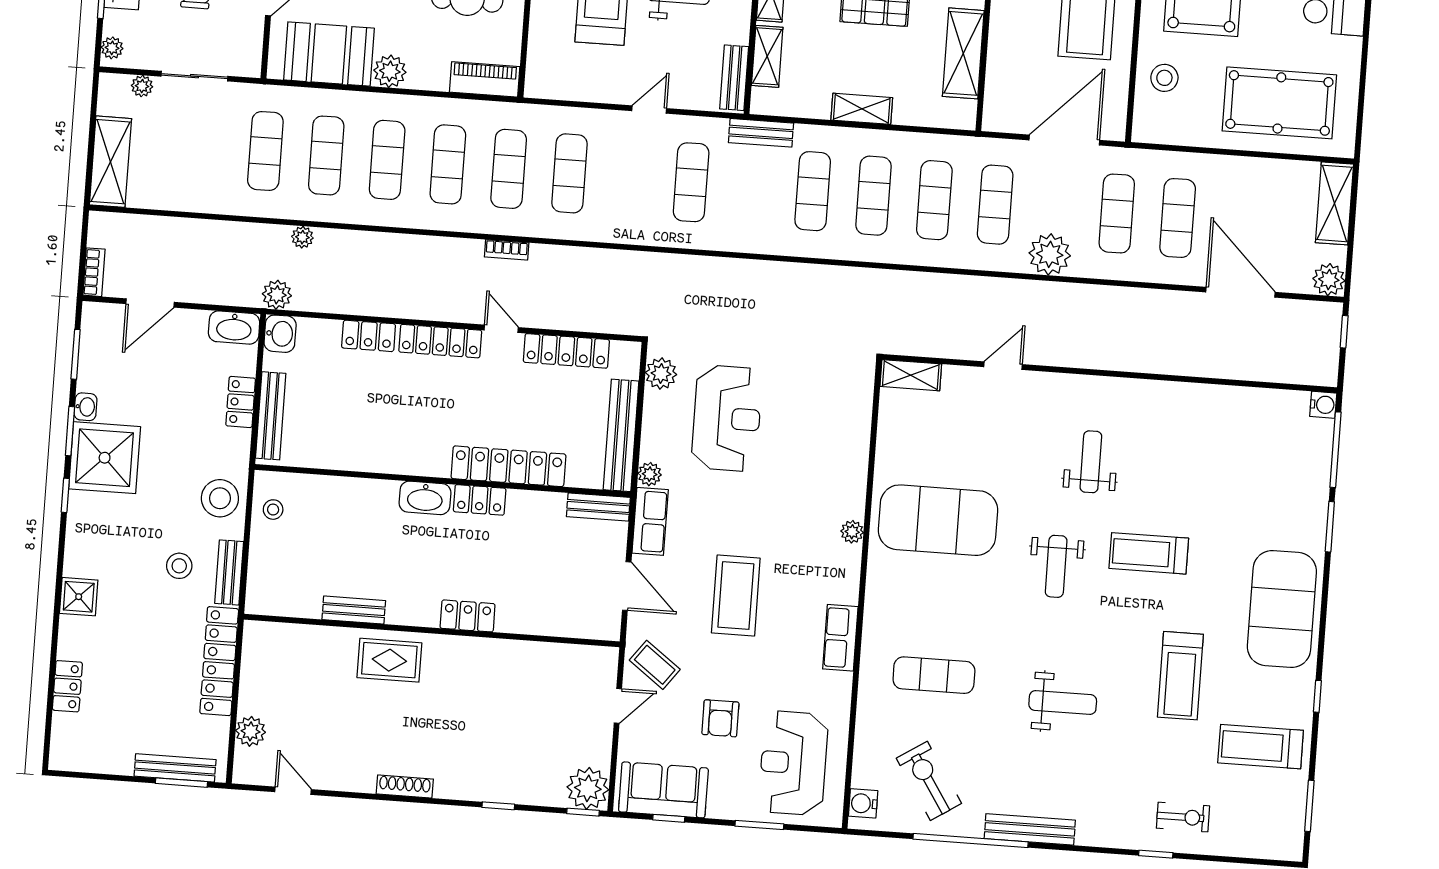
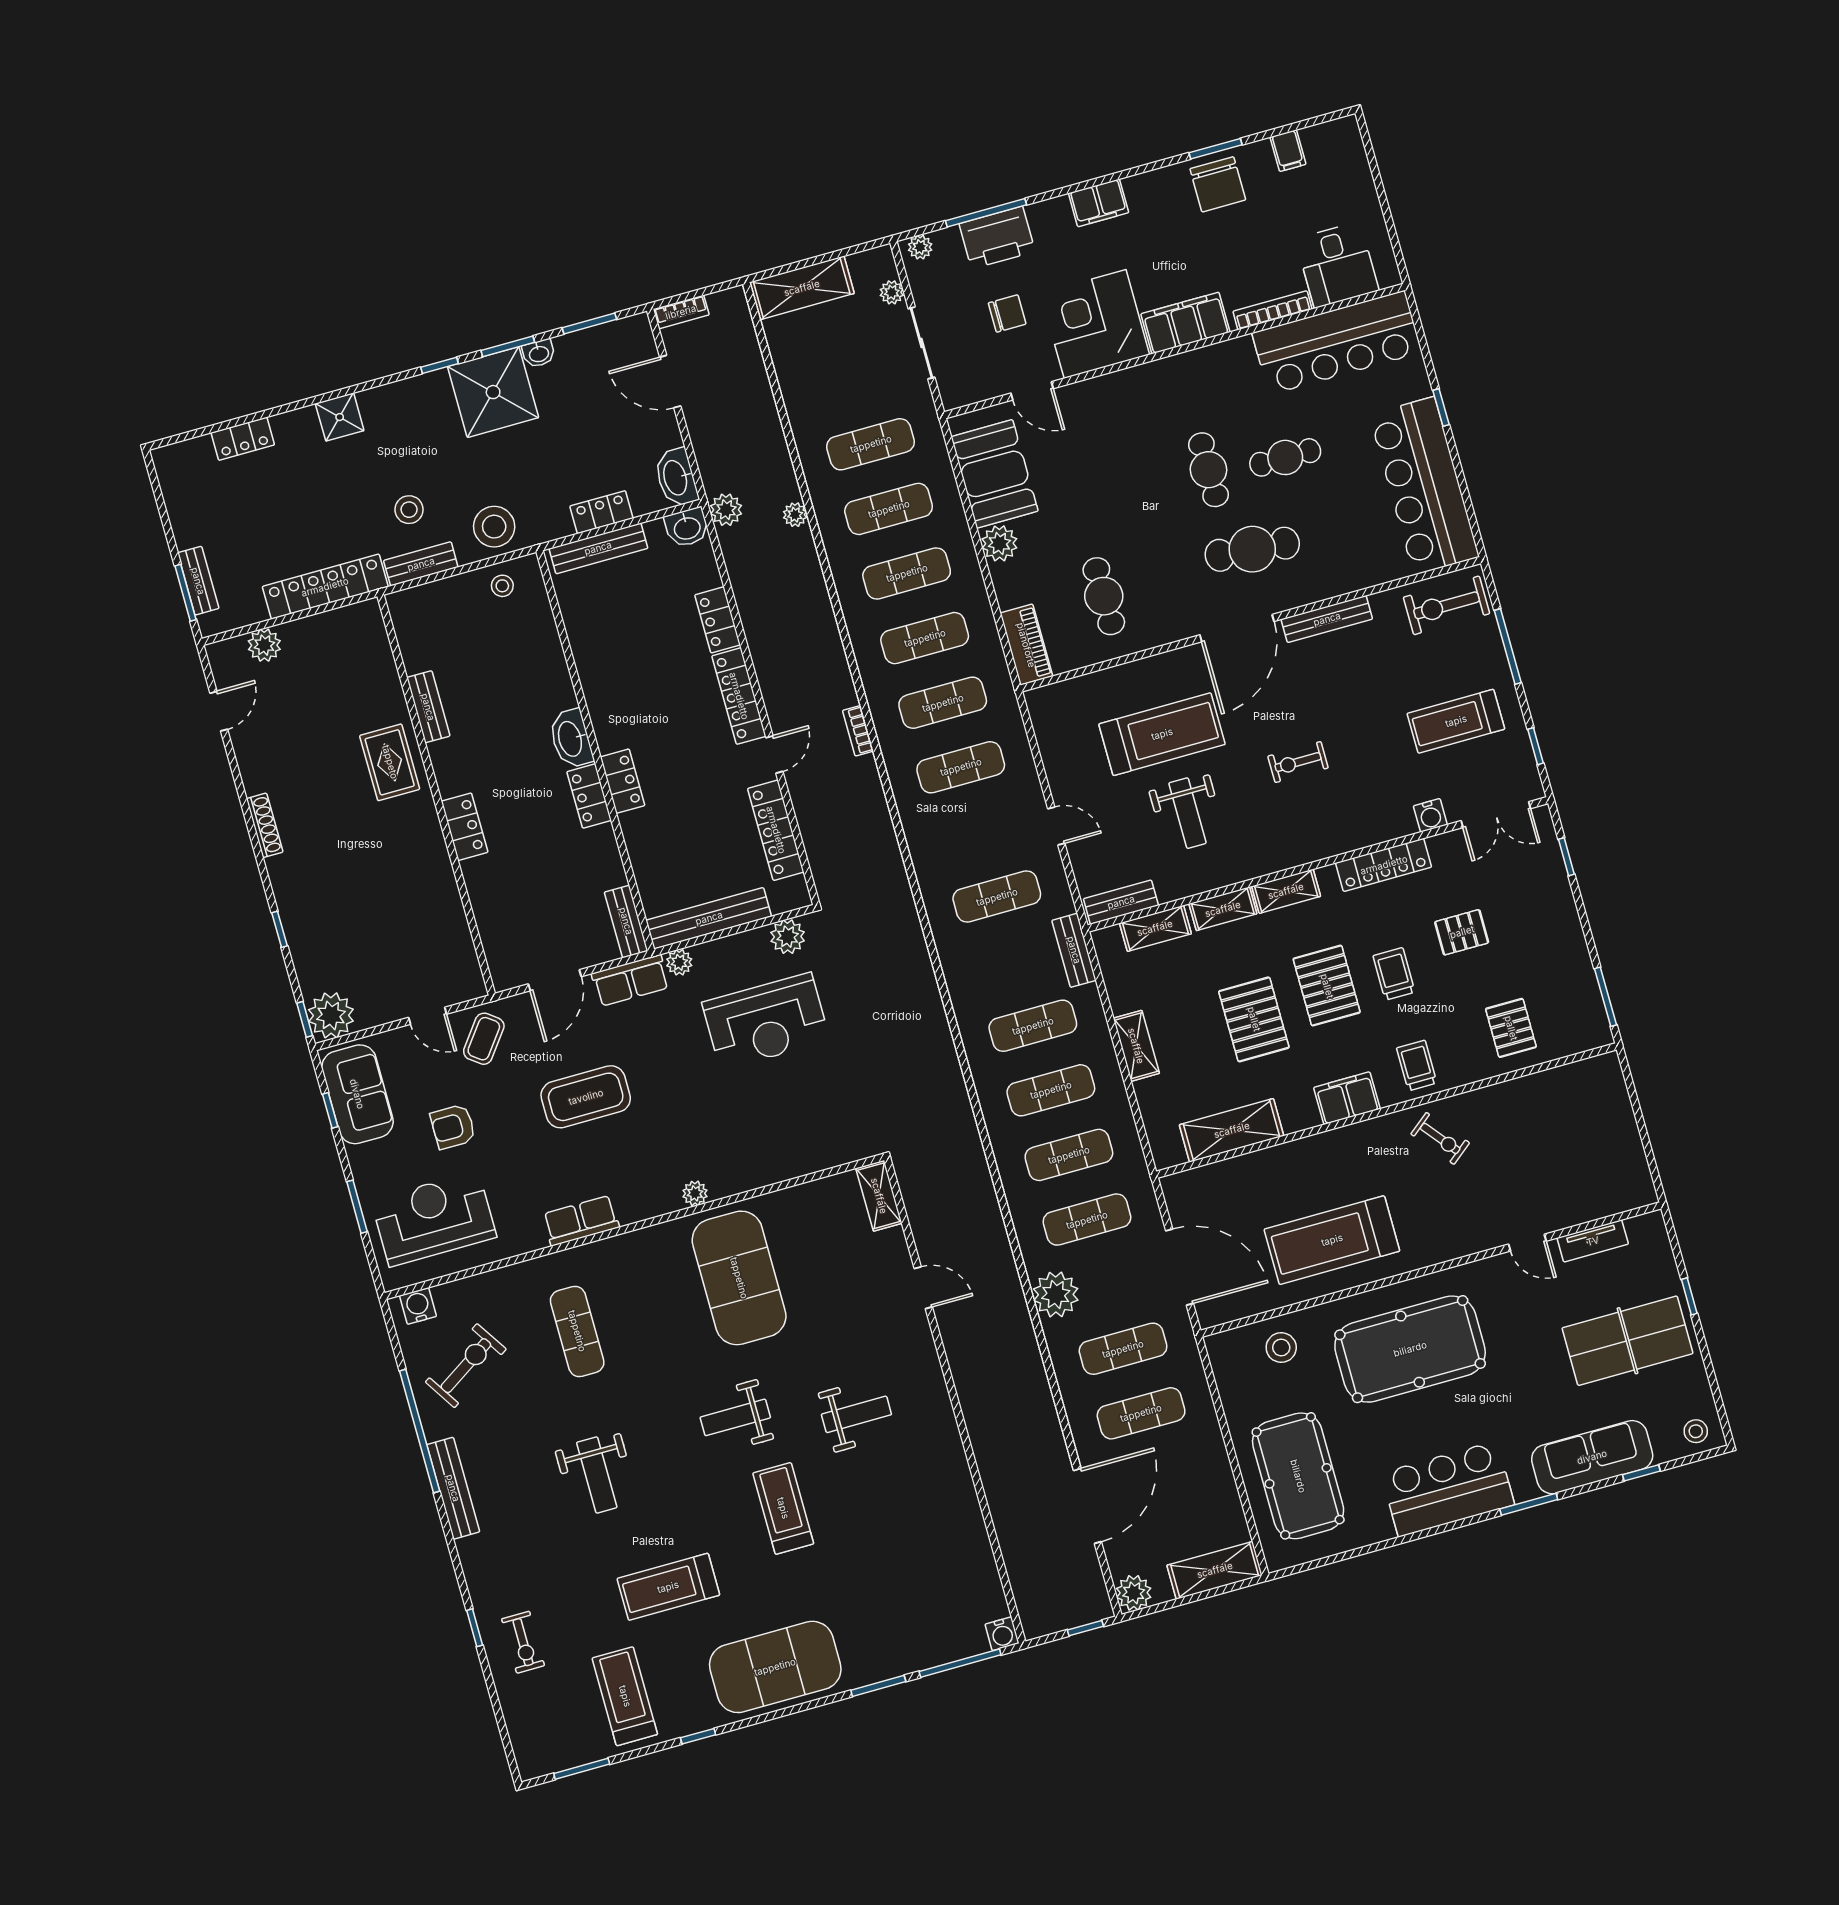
locker: (508, 466) -> (623, 781), width x0.46, depth x0.83
bench: (175, 768) -> (198, 581), width x0.73

